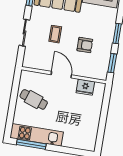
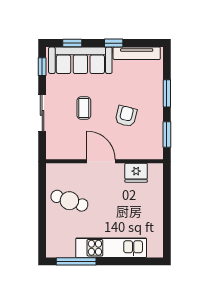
armchair: (85, 45) -> (126, 116), turned -76
kitchen unit: (37, 135) -> (111, 248), moved

